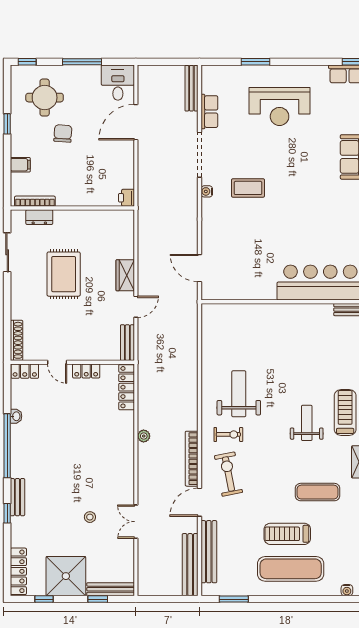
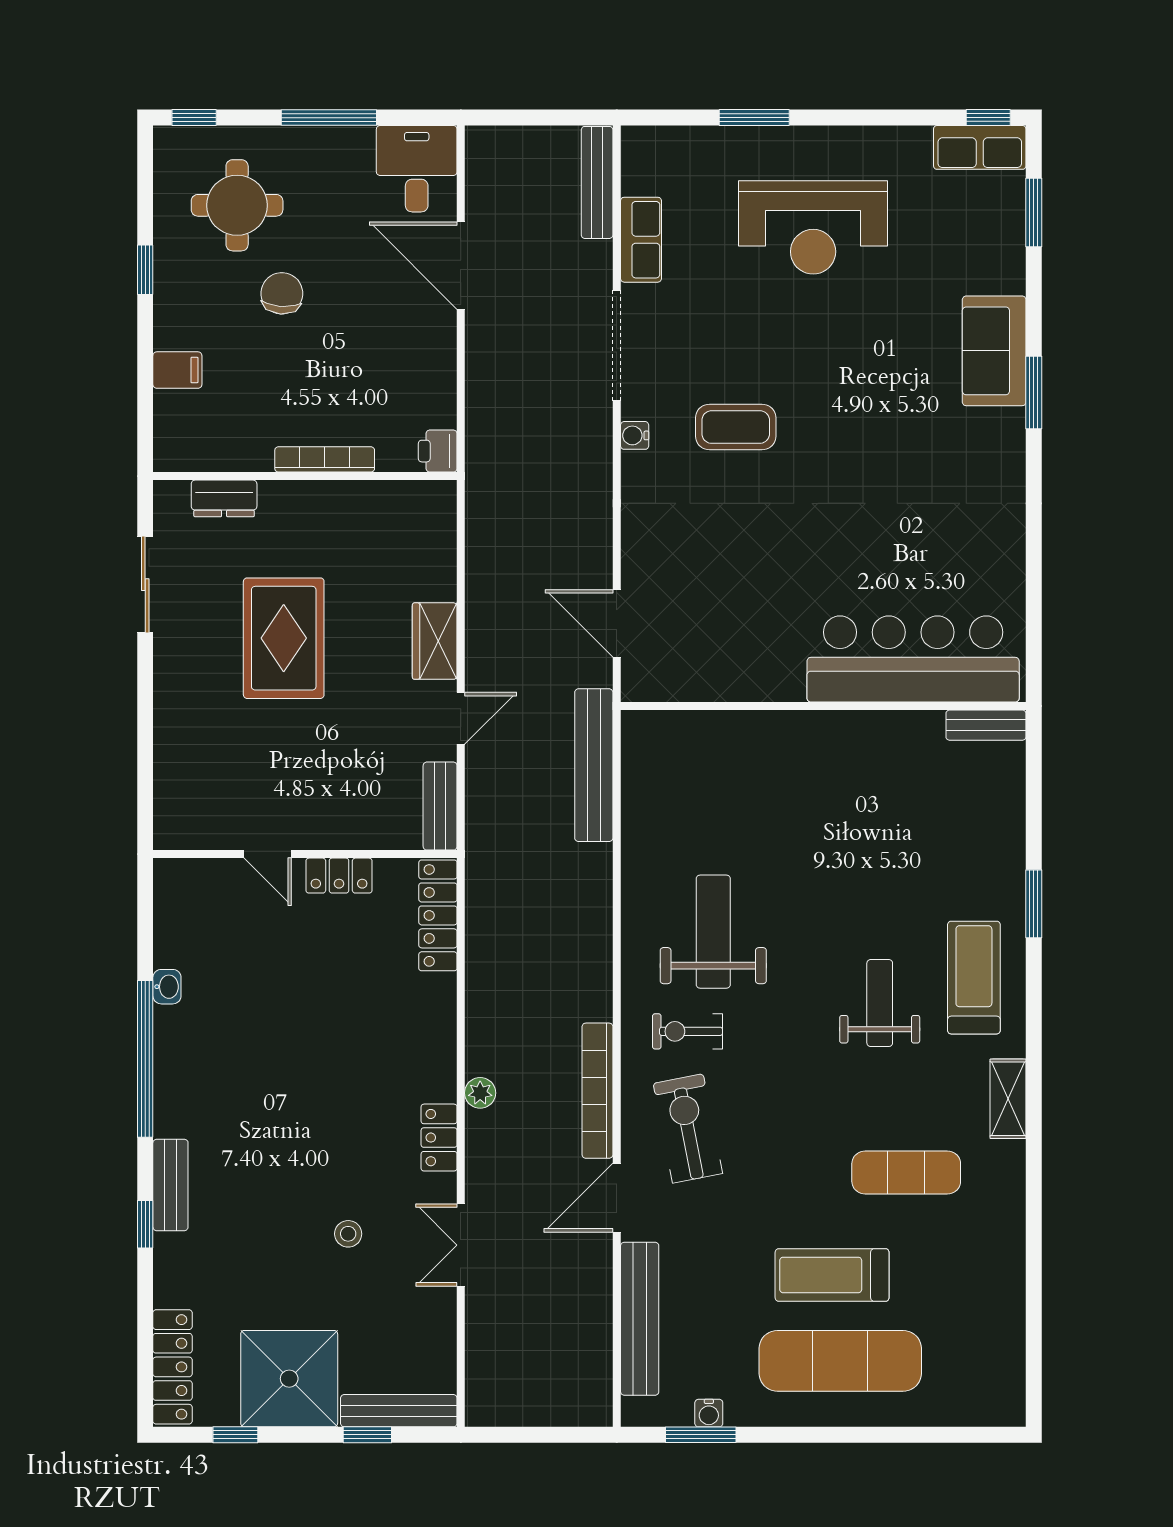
door: (136, 122) -> (461, 266), hinge flipped
bookcase: (35, 201) -> (325, 459), moved
shoe rack: (17, 340) -> (168, 801), removed
locker: (25, 371) -> (439, 1138), moved, turned 90
exercise bike: (228, 434) -> (688, 1031), turned 180
plant: (144, 436) -> (480, 1093), moved
bench: (190, 565) -> (594, 765), moved
water cooler: (347, 590) -> (709, 1413), moved

